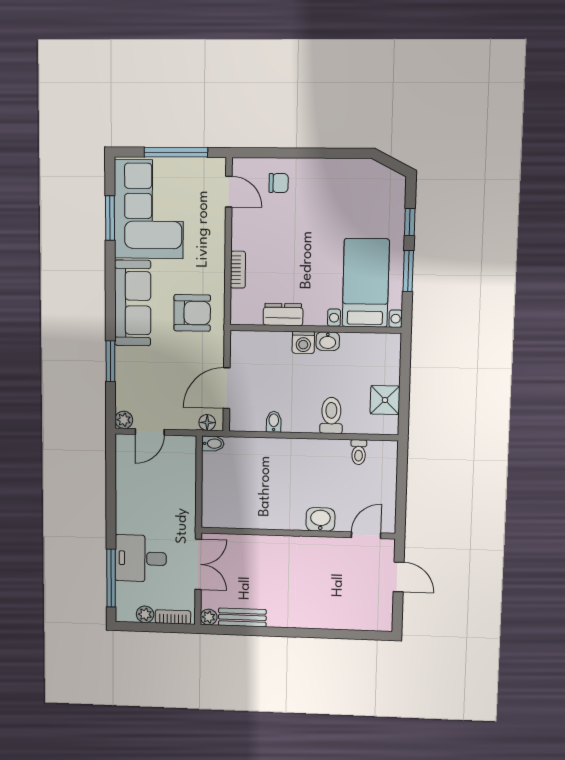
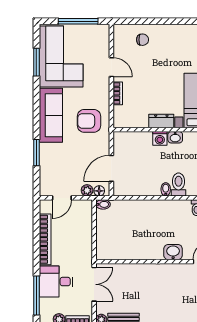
door: (229, 192) -> (111, 67), moved
armchair: (192, 313) -> (89, 121), turned 180
dresser: (283, 314) -> (161, 121), moved
plant: (124, 420) -> (87, 190), moved
bidet: (274, 422) -> (166, 189), moved
bookcase: (124, 495) -> (45, 239), added

